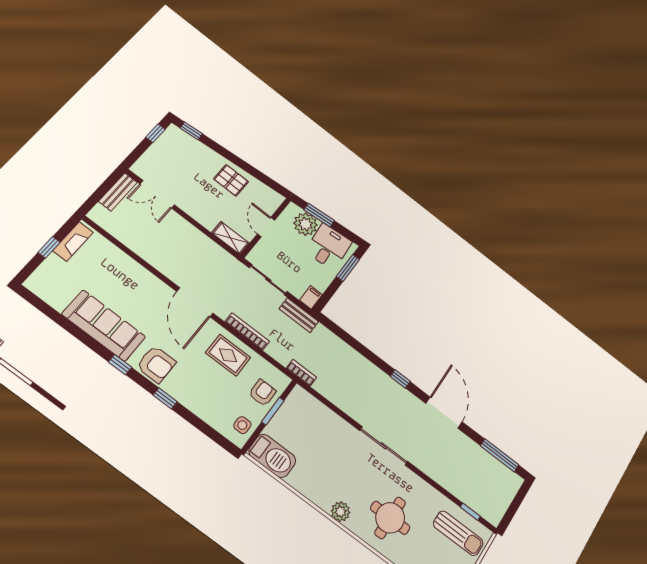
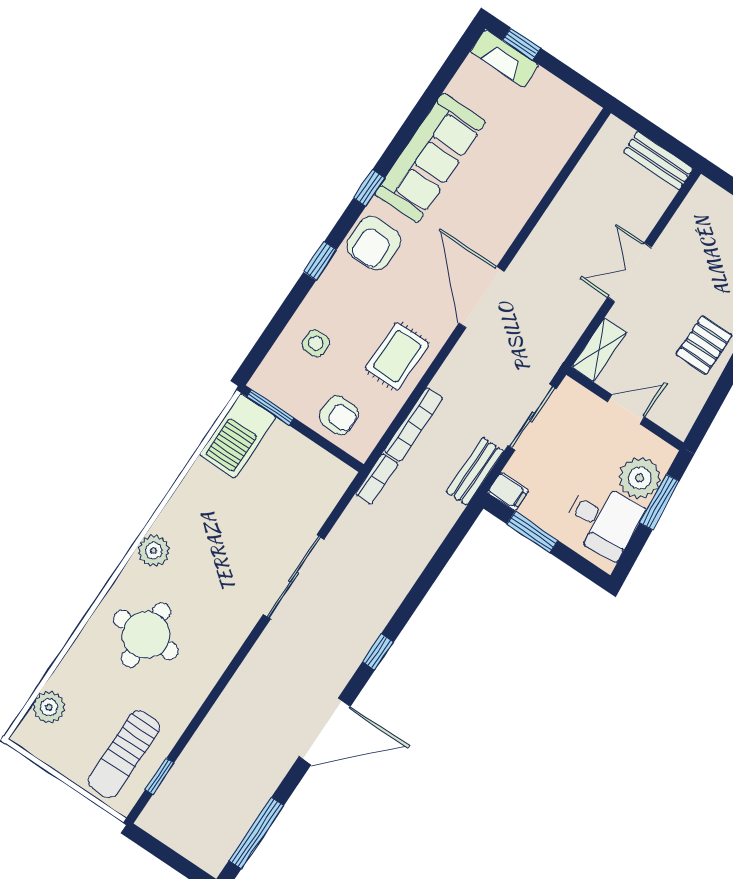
double door: (157, 194) -> (629, 272), moved
fireplace: (73, 241) -> (504, 58), moved
window: (49, 247) -> (521, 44), moved
window: (348, 268) -> (532, 532), moved
door: (195, 302) -> (481, 297), hinge flipped
bookcase: (247, 331) -> (413, 425), moved
window: (273, 411) -> (270, 407), moved
side table: (242, 425) -> (316, 343), moved
sliding door: (384, 446) -> (294, 577), moved

